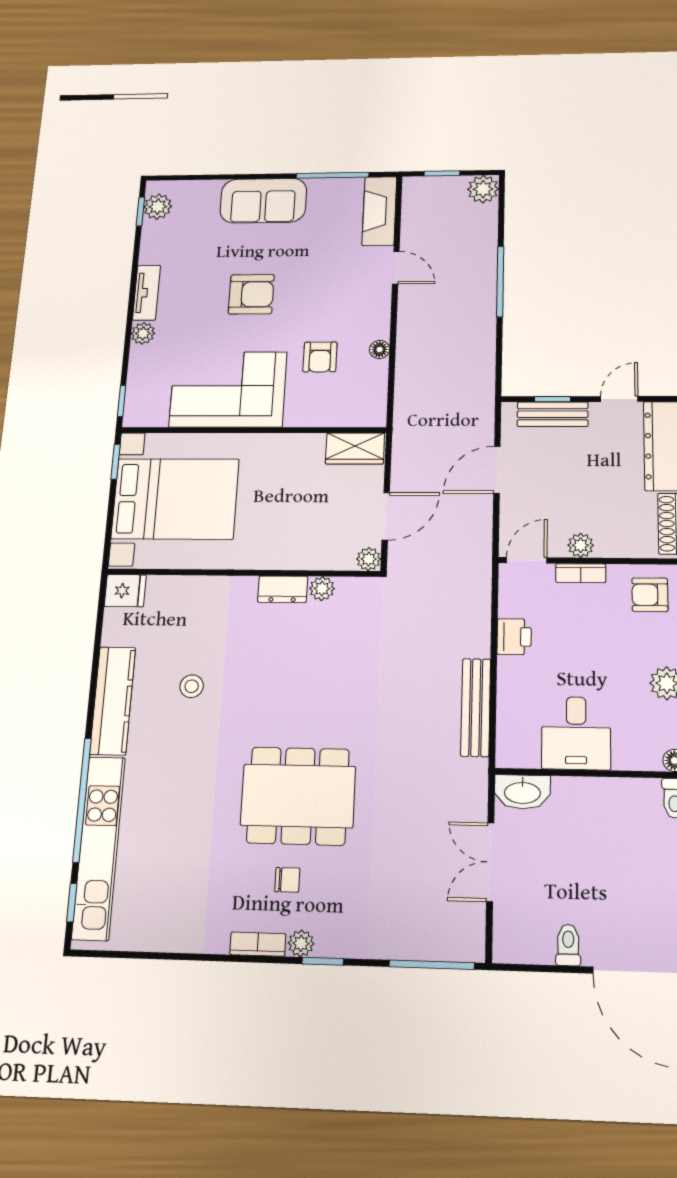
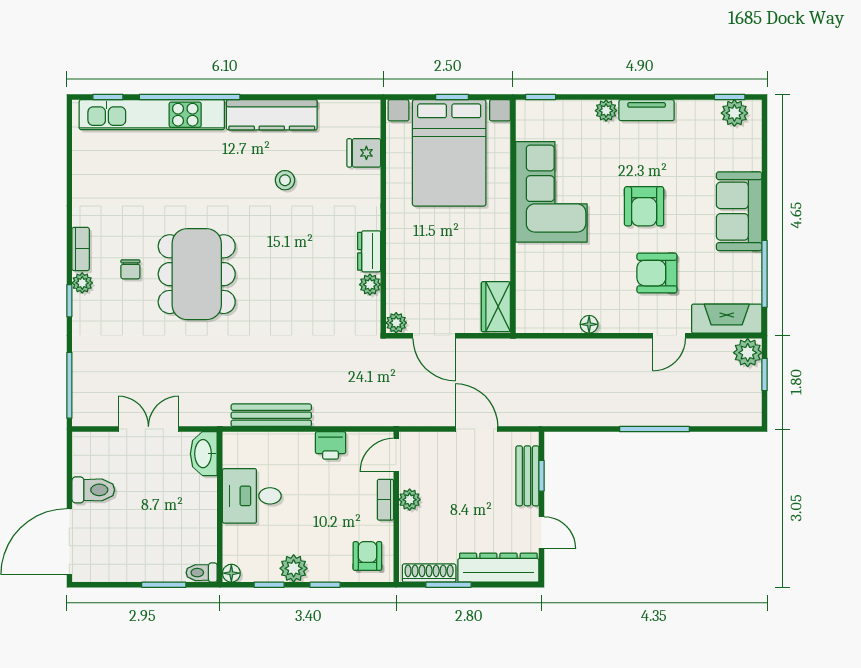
plant: (483, 189) -> (748, 353), moved
armchair: (320, 357) -> (657, 273), moved, width x1.38, depth x1.38
window: (116, 462) -> (452, 97), moved
door: (527, 560) -> (396, 455), swing flipped
fridge: (125, 591) -> (364, 153), moved, turned 90
toilet: (568, 945) -> (93, 490), width x1.37, depth x1.39

